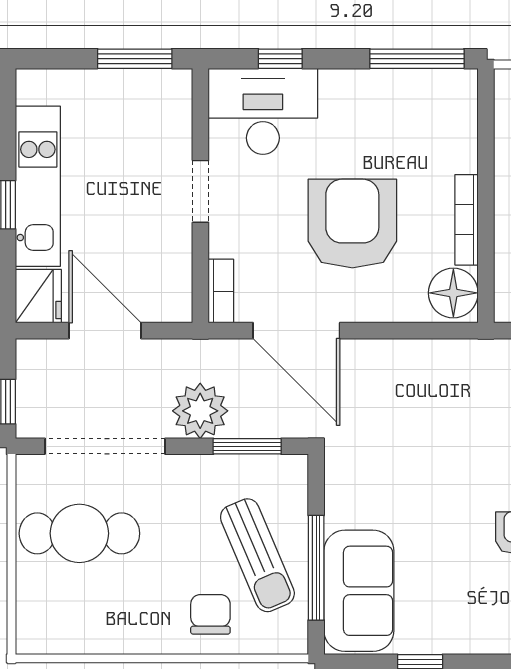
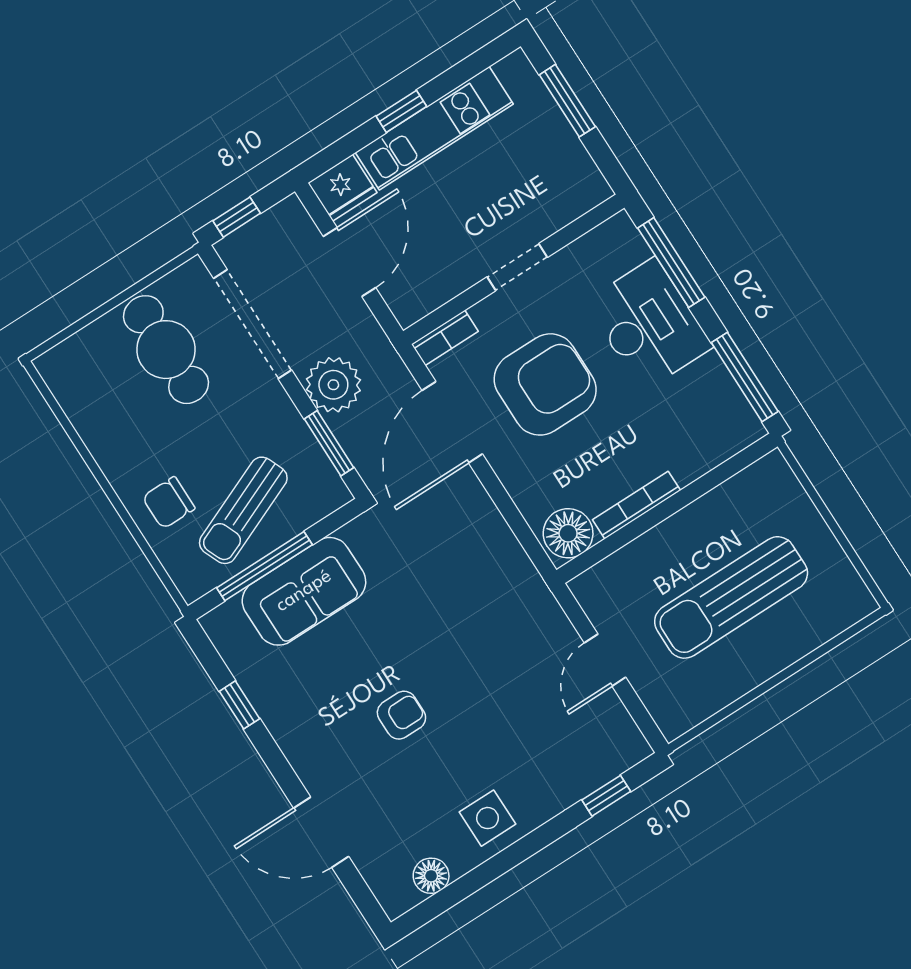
window: (135, 59) -> (567, 101), moved
window: (280, 59) -> (671, 263), width x2.17
desk: (263, 111) -> (649, 324), moved
armchair: (352, 224) -> (545, 384), moved
sofa: (359, 591) -> (304, 591), moved
chair: (210, 614) -> (169, 503), turned 180

